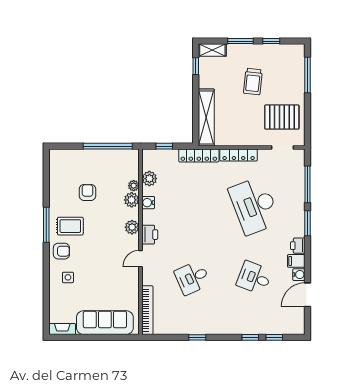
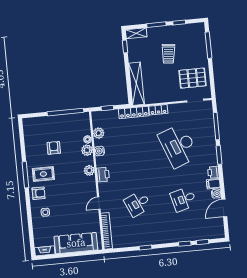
locker: (239, 155) -> (158, 110), width x0.66
door: (141, 259) -> (99, 203), moved
desk: (254, 278) -> (183, 199), turned -36

